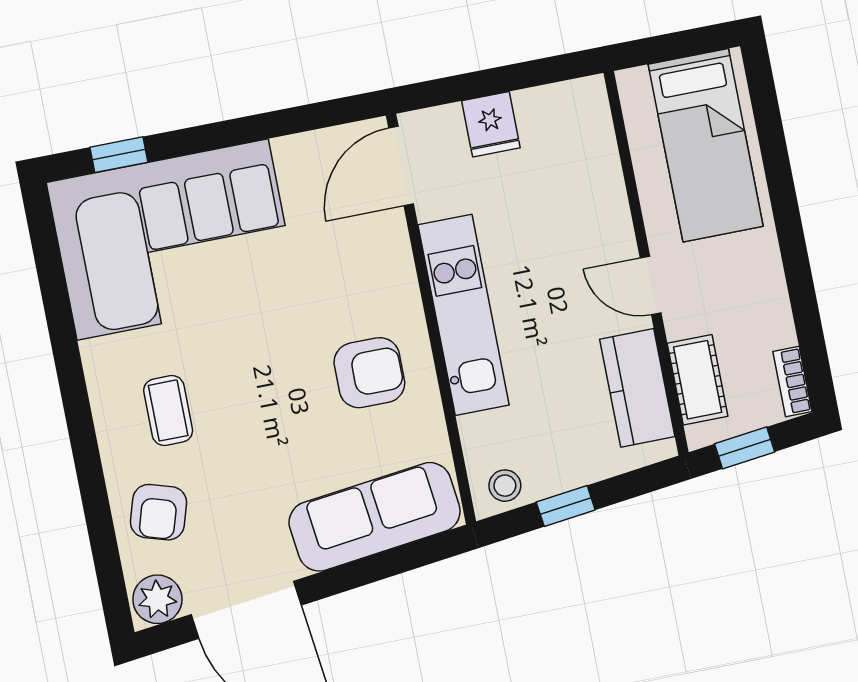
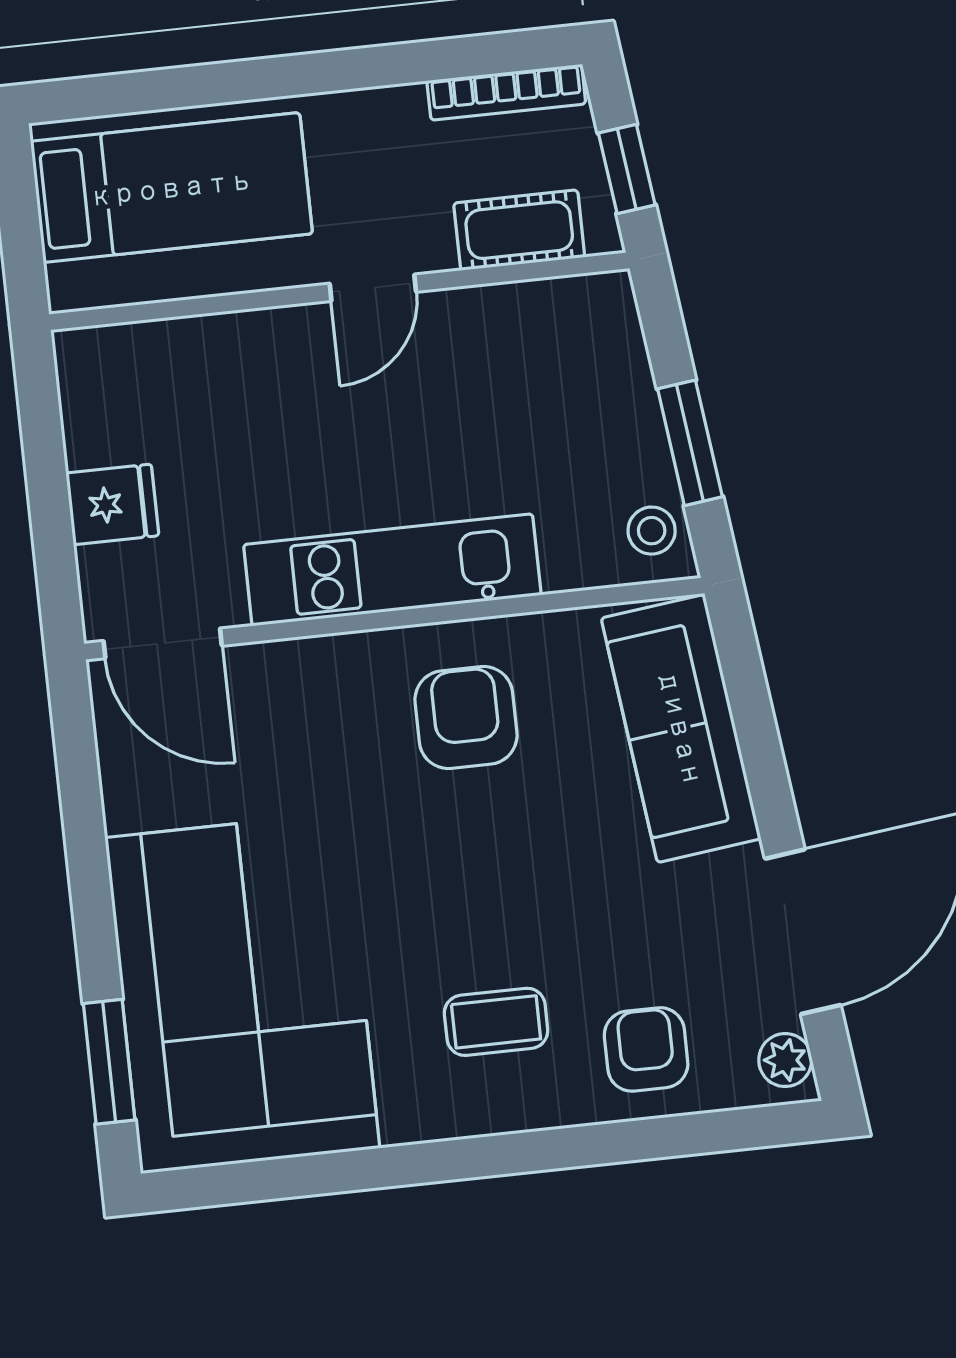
window: (119, 155) -> (109, 1062), width x1.50
bookcase: (792, 382) -> (506, 92), width x1.56
kitchen counter: (637, 388) -> (523, 321), removed
window: (566, 506) -> (690, 443), width x1.50
armchair: (158, 512) -> (646, 1049), turned -107
plant: (157, 599) -> (785, 1060), width x0.73, depth x0.73

